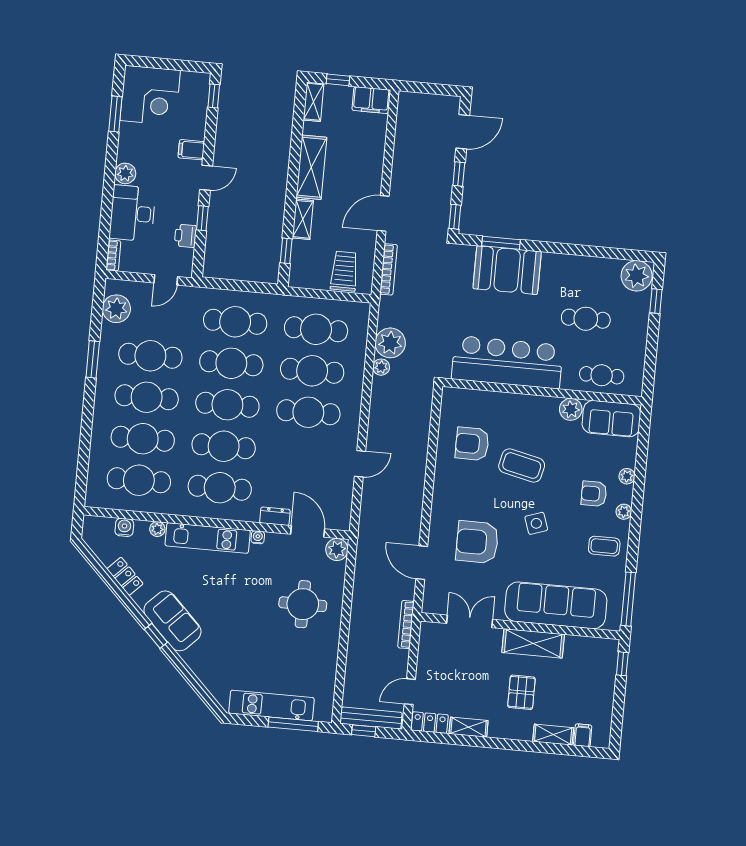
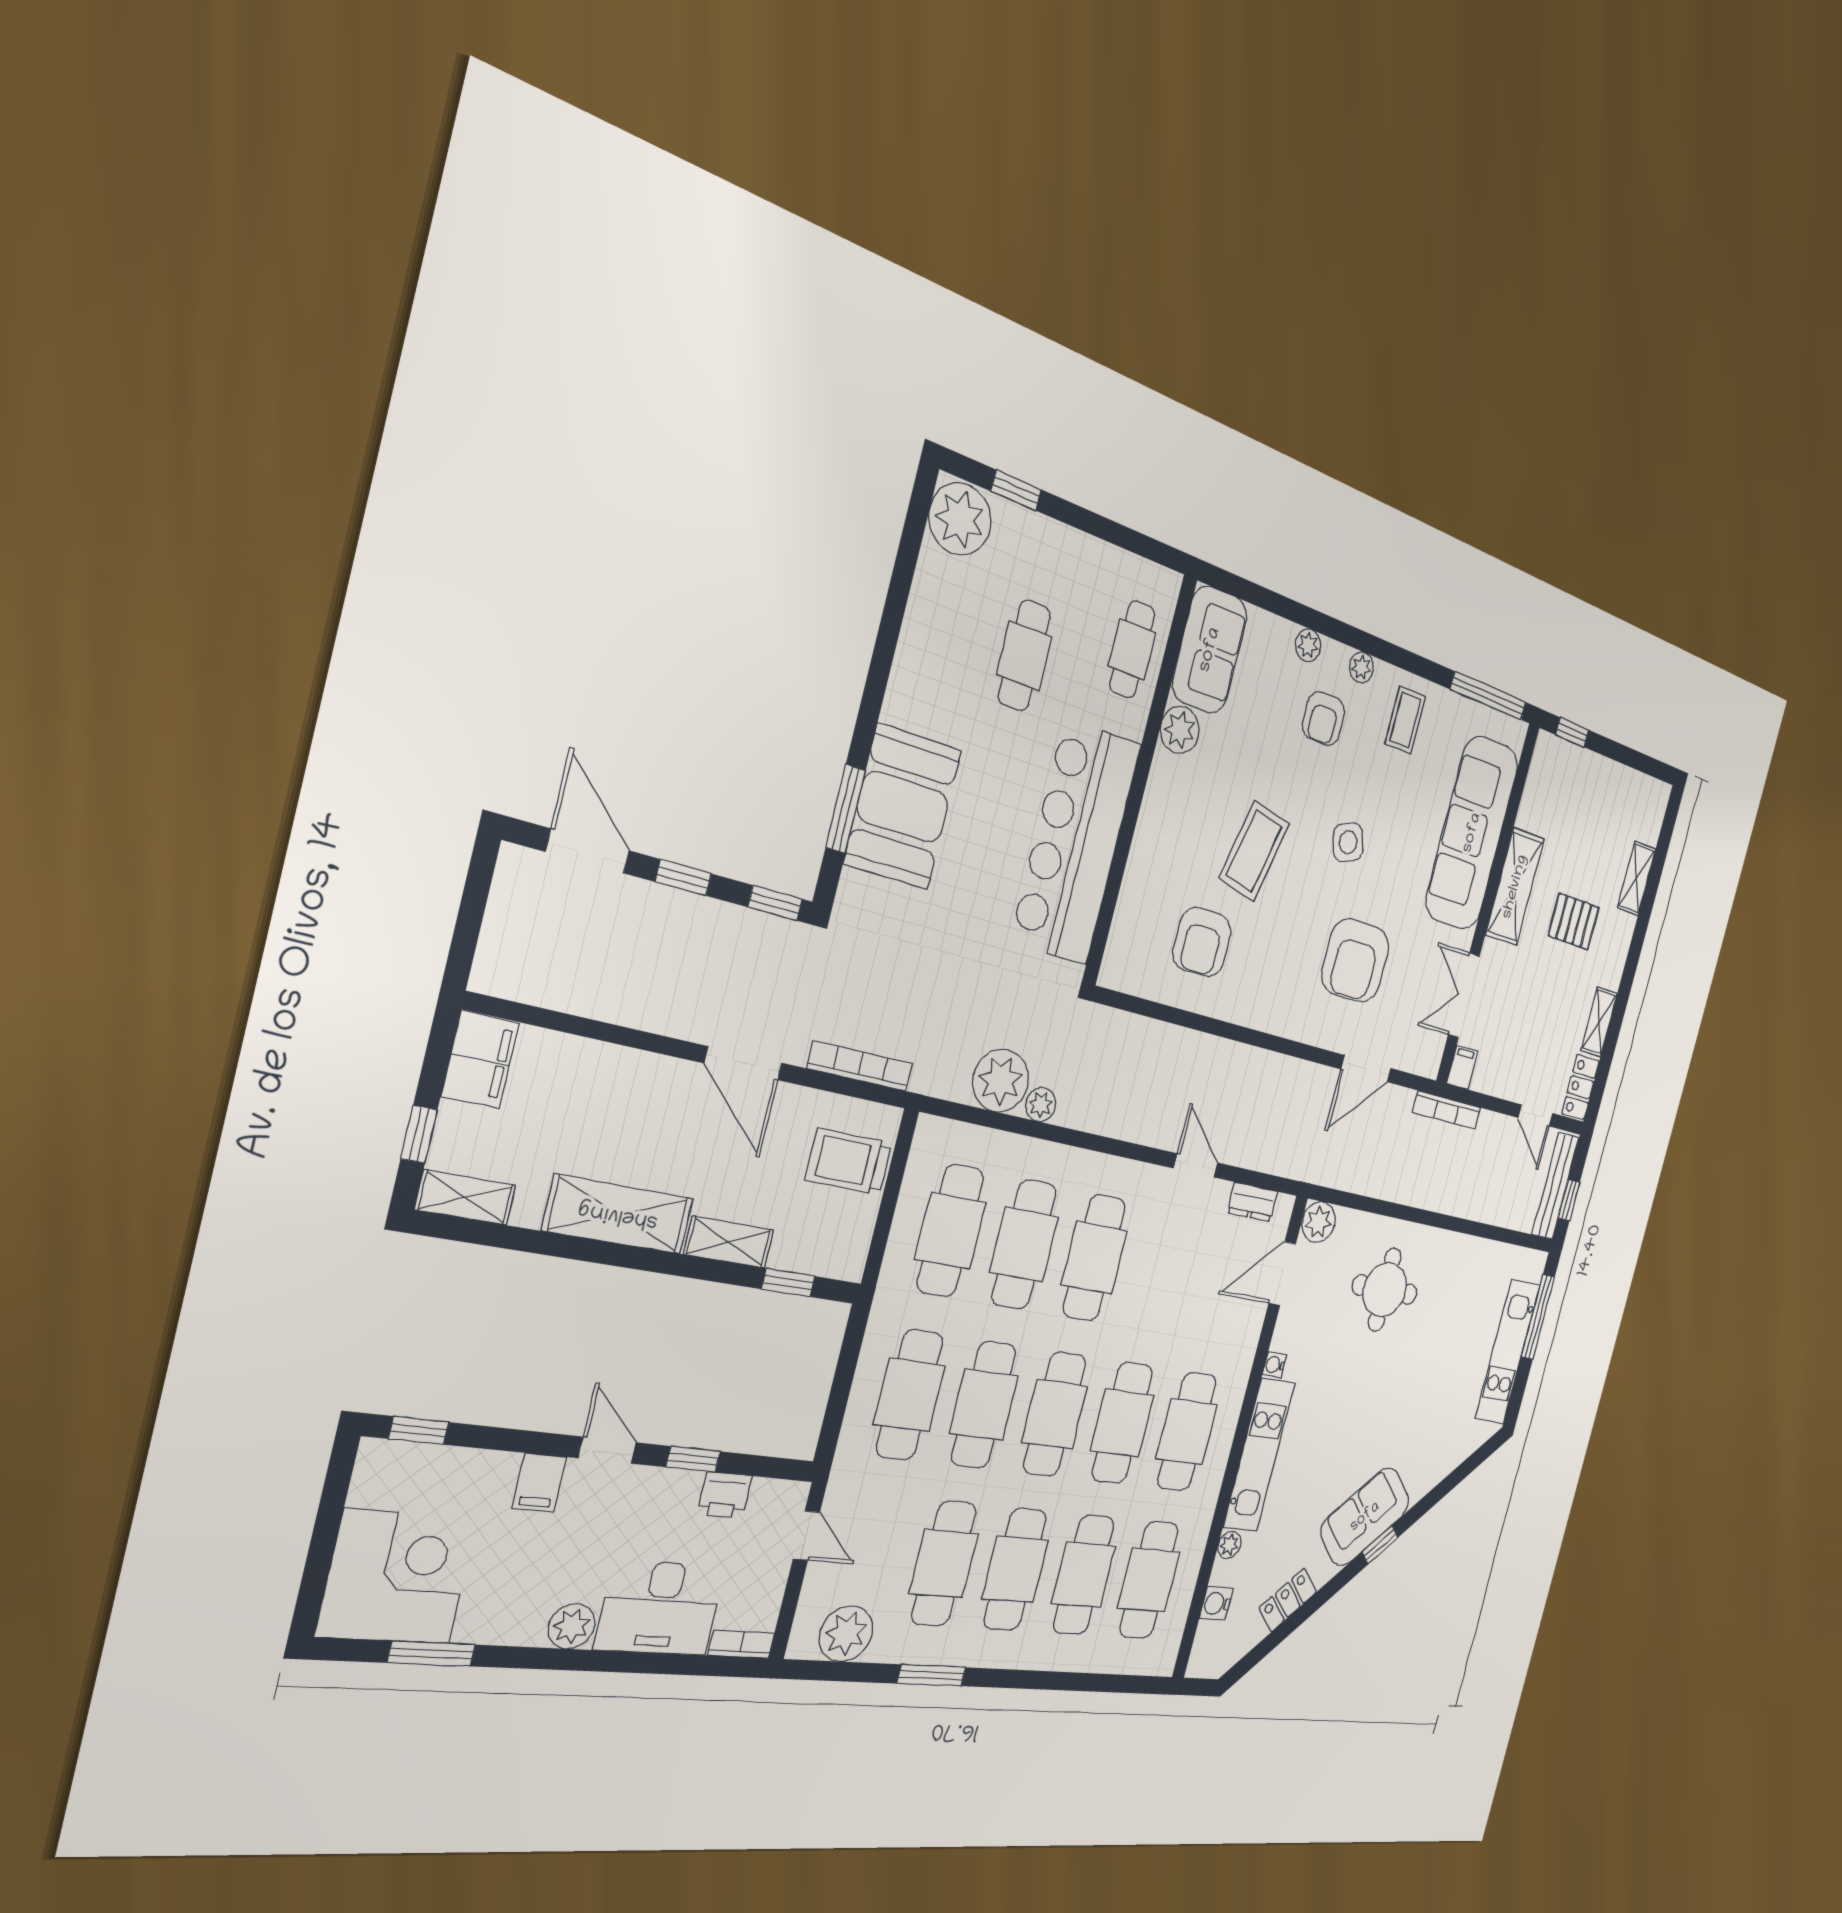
dresser: (275, 516) -> (1252, 1202), moved, turned -90
filing cabinet: (583, 735) -> (1462, 1067), moved, turned 90

